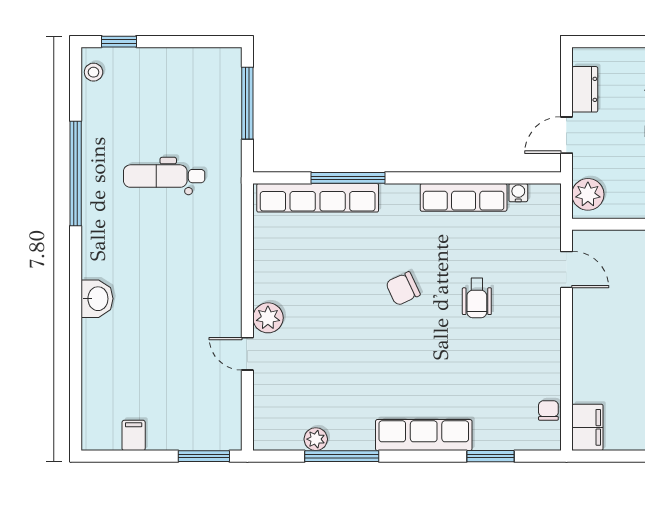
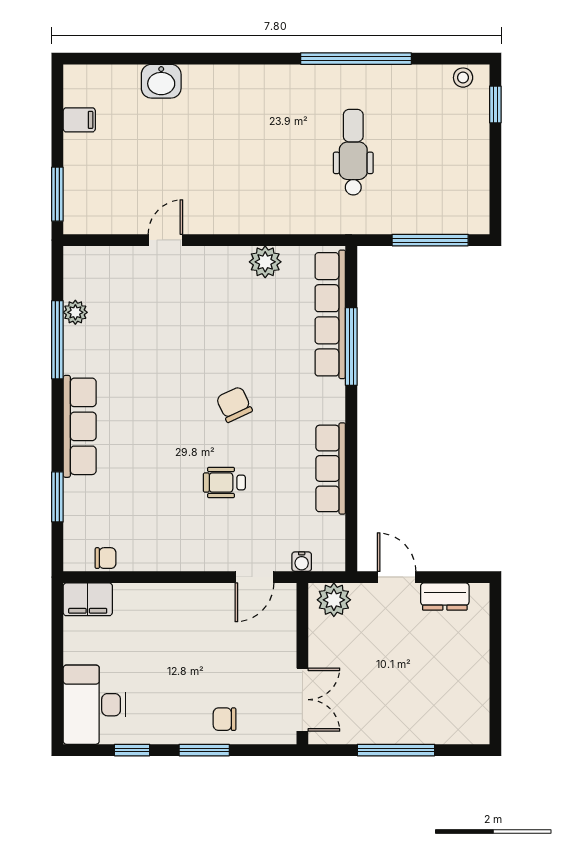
water cooler: (518, 193) -> (302, 562), moved, turned 90
washbasin: (97, 299) -> (161, 81), moved
plant: (268, 318) -> (265, 262), moved

